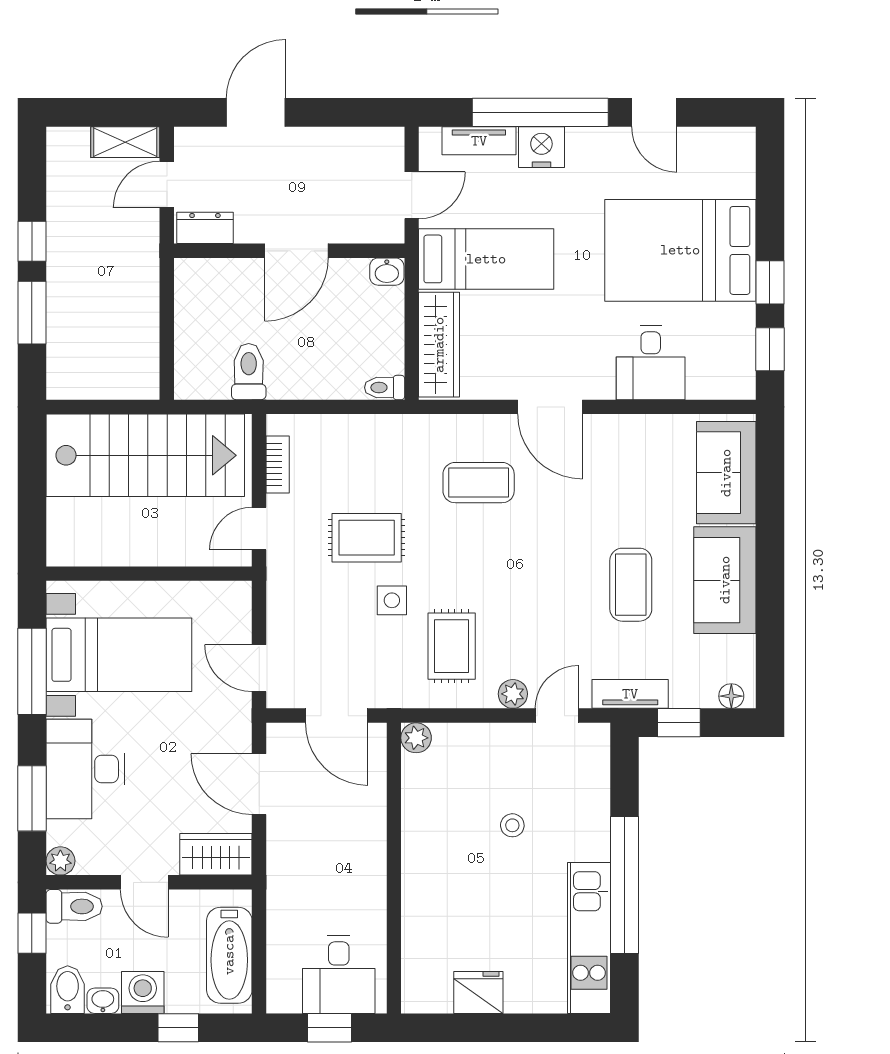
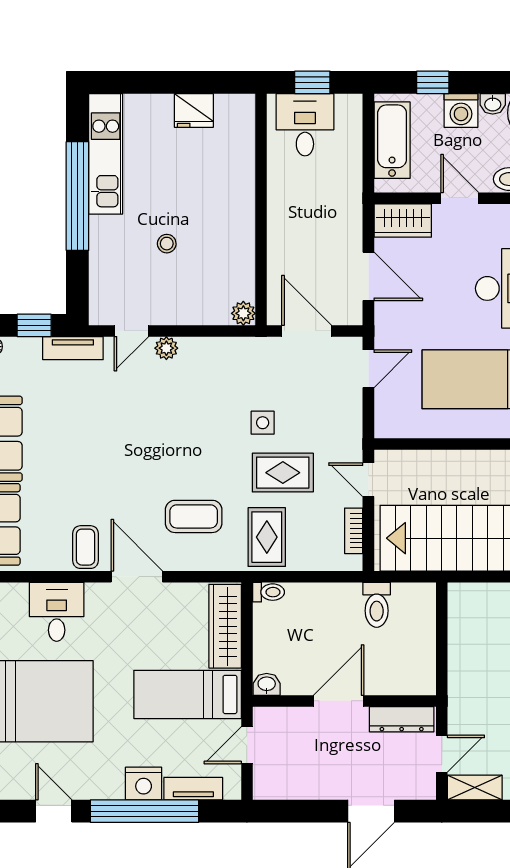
dresser: (205, 228) -> (402, 719), width x1.44
door: (259, 529) -> (368, 480), swing flipped
coffee table: (631, 585) -> (86, 547), moved, width x0.73, depth x0.77
rug: (452, 646) -> (267, 537), moved
door: (259, 668) -> (368, 369), hinge flipped

